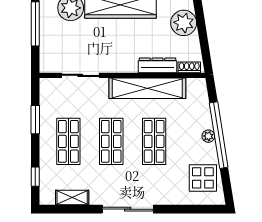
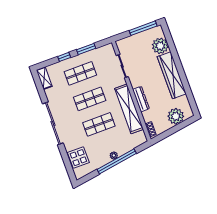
dresser: (158, 65) -> (141, 99), moved
window: (35, 177) -> (64, 57), moved
display table: (203, 178) -> (78, 158), moved
shelving: (72, 198) -> (44, 78), moved
sliding door: (128, 209) -> (53, 123), width x1.36

